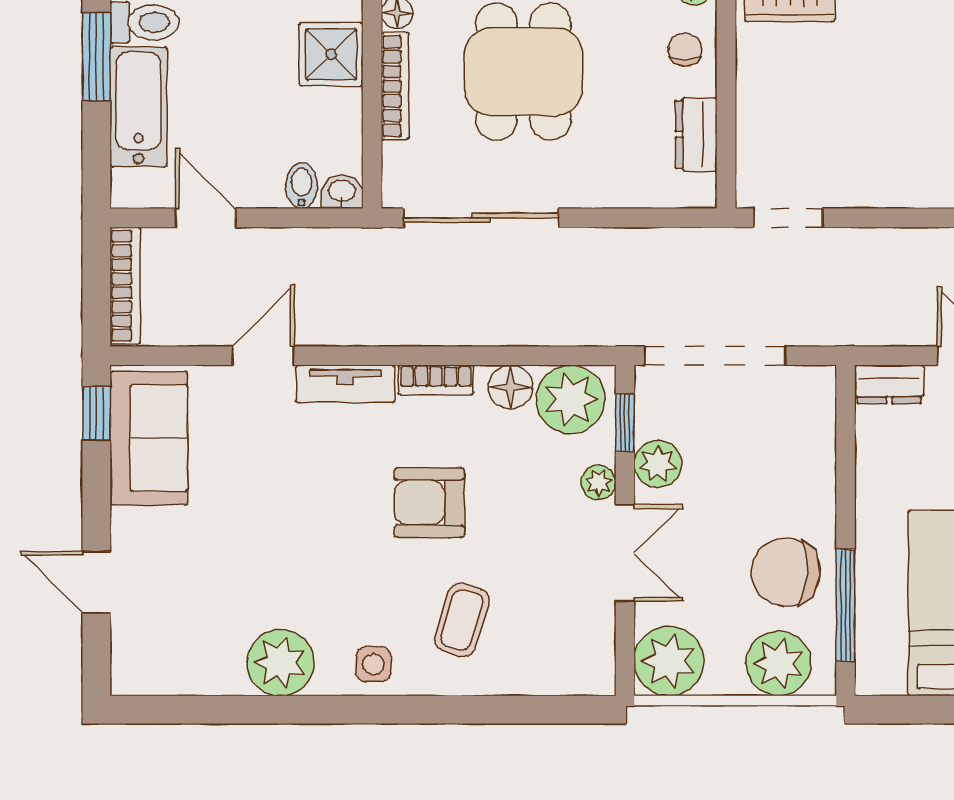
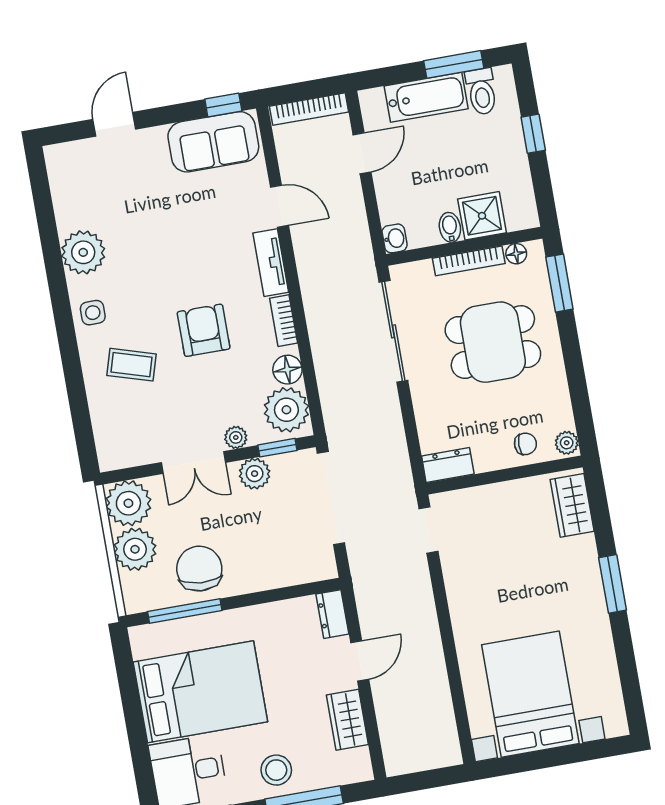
dresser: (696, 134) -> (448, 465), moved
bidet: (301, 186) -> (450, 227), moved, turned -90
plant: (779, 663) -> (135, 549), moved

